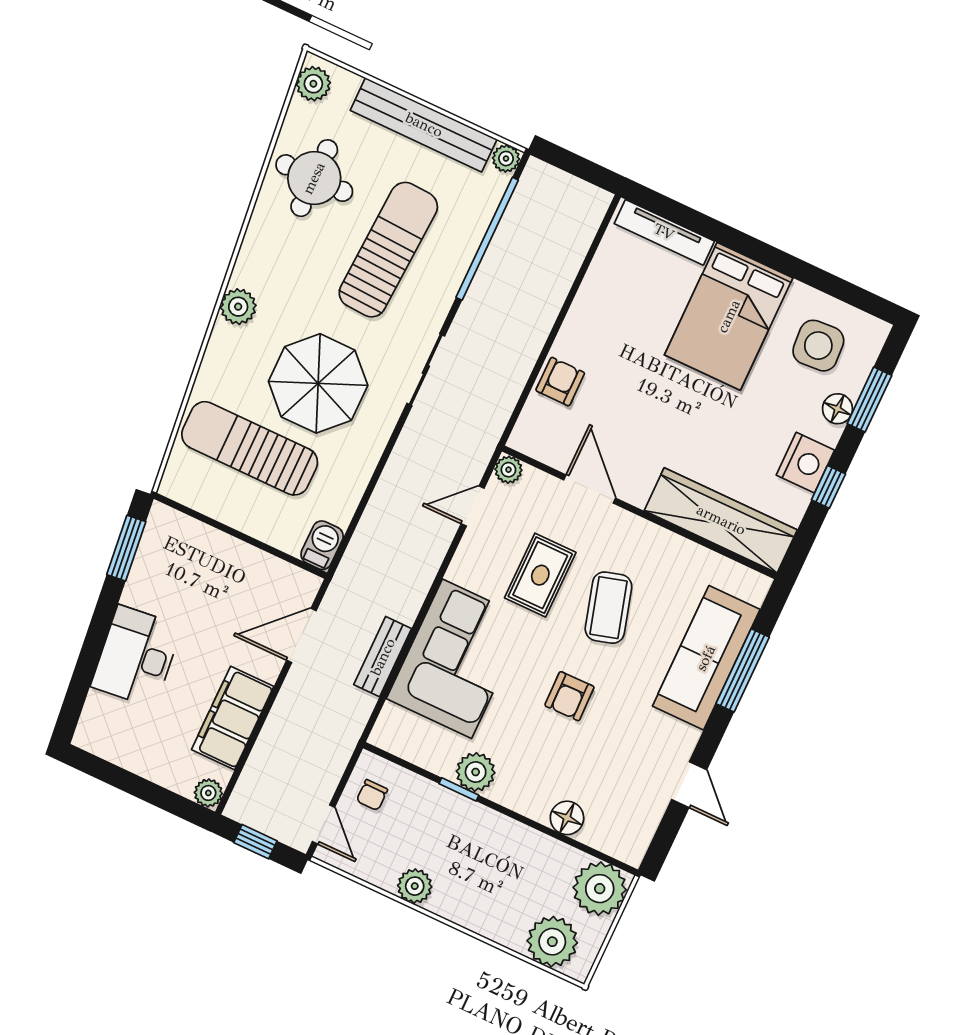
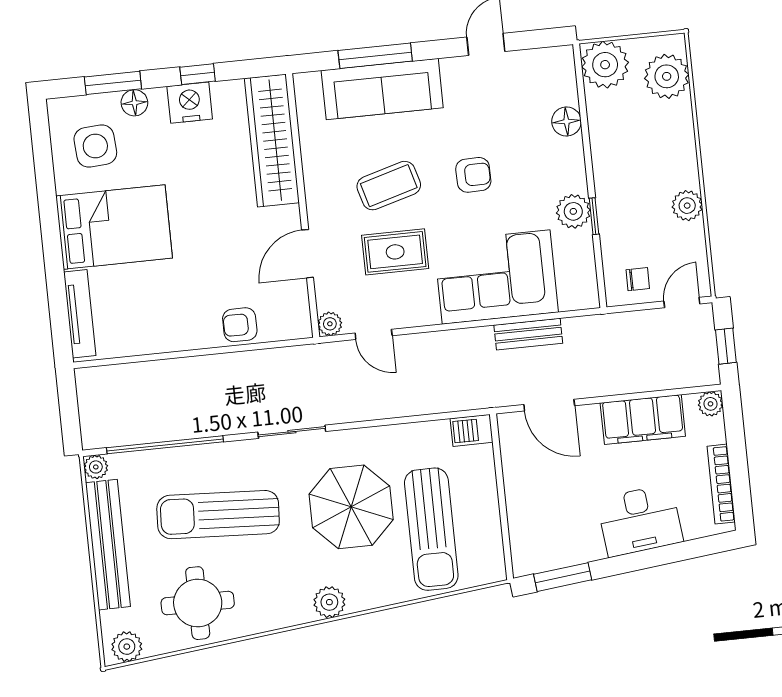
bookcase: (124, 756) -> (721, 484), added

